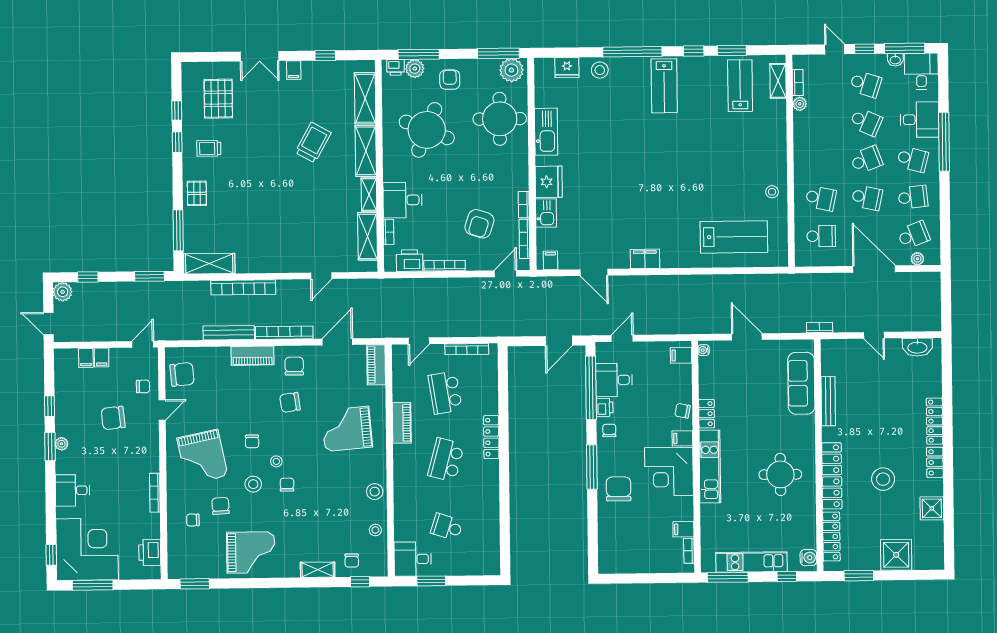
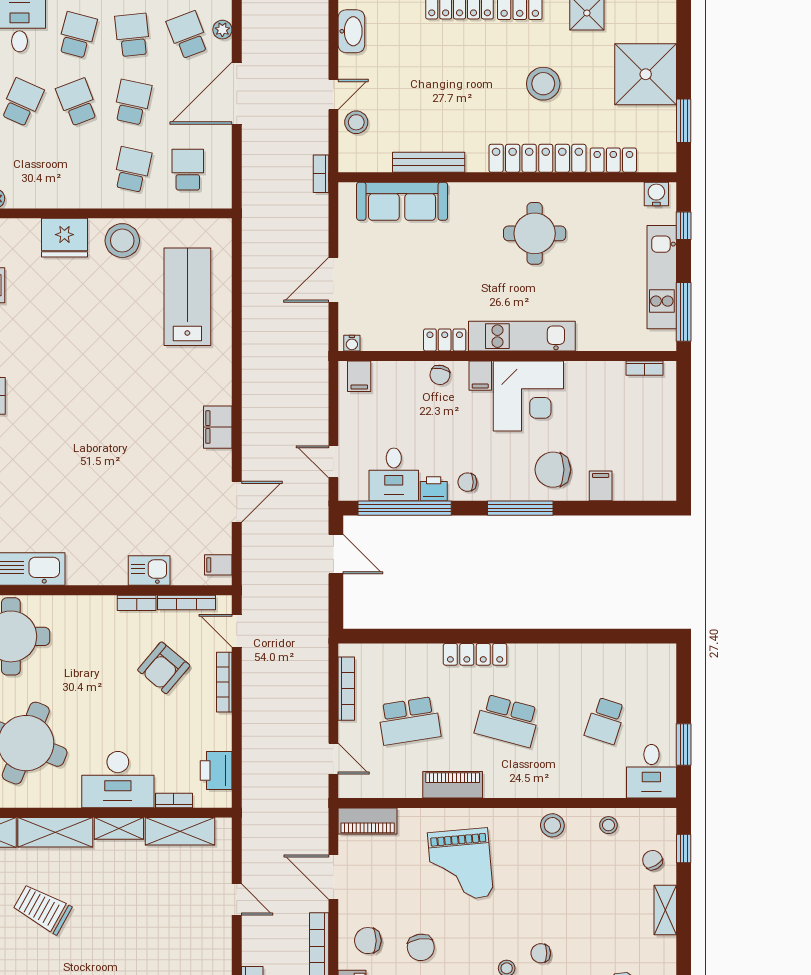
fridge: (549, 182) -> (64, 238), moved, turned 180
stool: (772, 192) -> (122, 241), width x1.89, depth x1.89
desk: (403, 200) -> (118, 780), width x1.37
armchair: (479, 224) -> (164, 668), turned 112
bookcase: (445, 266) -> (224, 682), moved
stool: (855, 351) -> (356, 122), added
filing cabinet: (683, 529) -> (601, 486), moved, turned 180
locker: (831, 537) -> (613, 160), width x0.66
shower: (896, 555) -> (646, 74), width x1.37, depth x1.37
chair: (352, 561) -> (653, 860), turned -120

